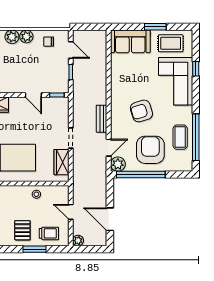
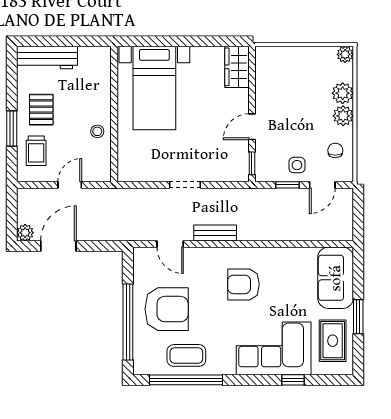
side table: (58, 66) -> (297, 165), added
armchair: (141, 111) -> (243, 284), moved, turned -73
wardrobe: (61, 162) -> (147, 170), removed
plant: (118, 164) -> (144, 258), removed
window: (141, 175) -> (128, 322), moved
pallet: (22, 230) -> (41, 110), turned 90
plant: (78, 241) -> (25, 233), moved

